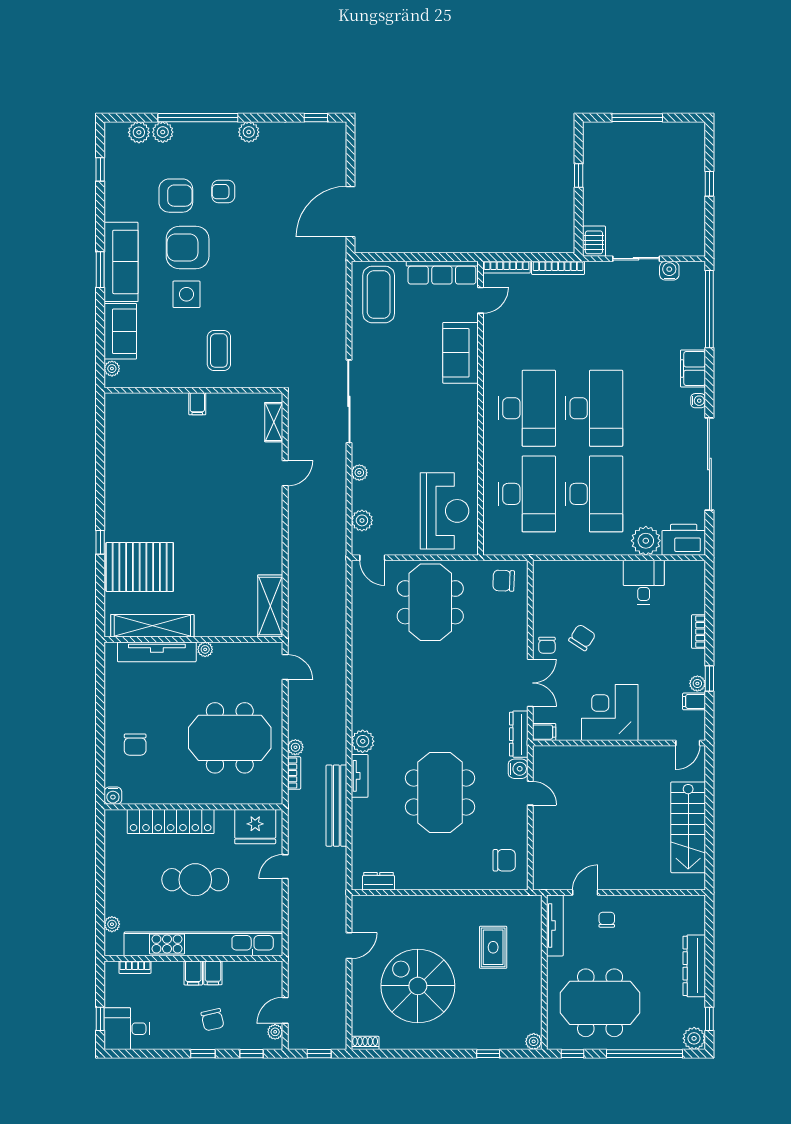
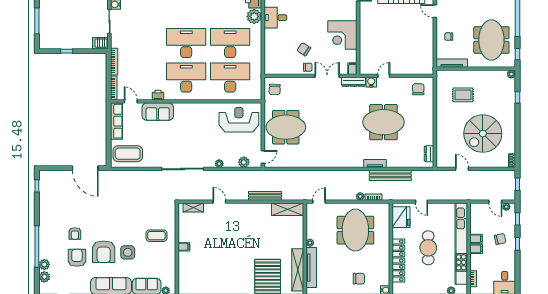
plant: (249, 132) -> (44, 220), removed
printer: (493, 353) -> (158, 95), added
bench: (296, 562) -> (265, 196), added
plant: (363, 741) -> (357, 162), removed
door: (585, 893) -> (435, 11), moved

